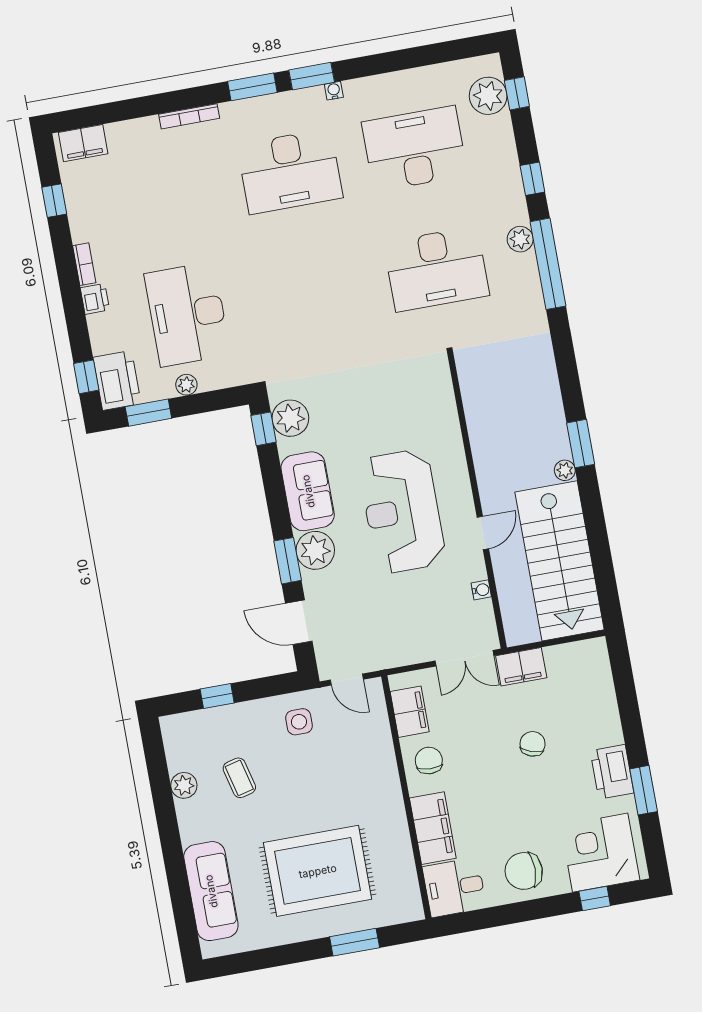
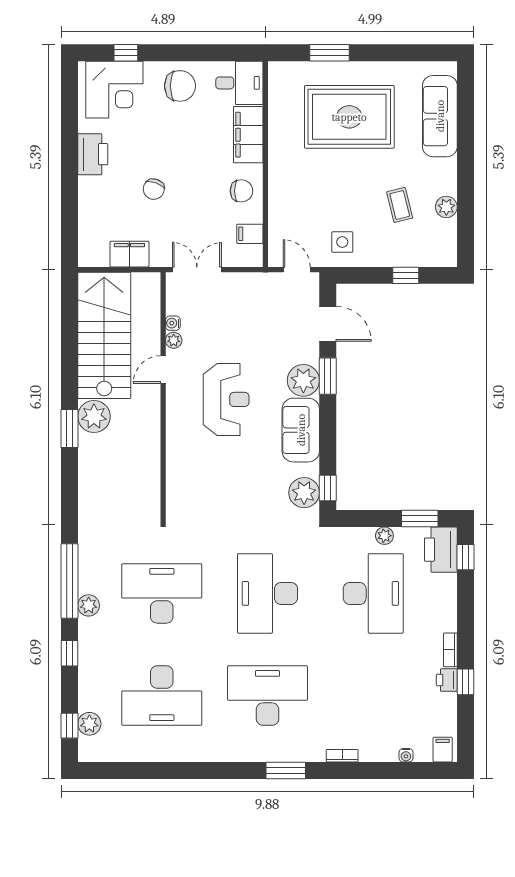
window: (312, 76) -> (236, 770), removed
water cooler: (334, 91) -> (406, 755), moved
plant: (488, 96) -> (89, 724), width x0.73, depth x0.73
bookcase: (189, 116) -> (342, 756), width x0.64
filing cabinet: (83, 143) -> (443, 750), width x0.50
window: (54, 201) -> (466, 682), moved
desk: (312, 292) -> (267, 593), added
printer: (95, 299) -> (447, 680), moved
plant: (565, 470) -> (94, 416), width x1.87, depth x1.87
reception desk: (402, 511) -> (226, 399), width x0.74, depth x0.77
plant: (477, 570) -> (174, 340), added
filing cabinet: (521, 667) -> (129, 254), moved
filing cabinet: (410, 712) -> (250, 234), width x0.50
chair: (429, 760) -> (241, 191), turned -93
window: (644, 790) -> (69, 134), removed

